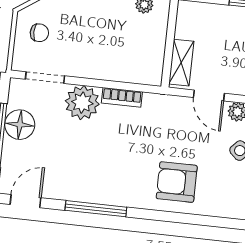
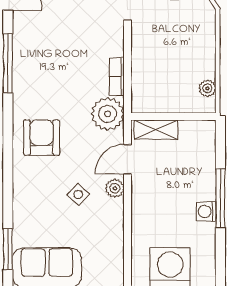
plant: (82, 103) -> (108, 114), moved

